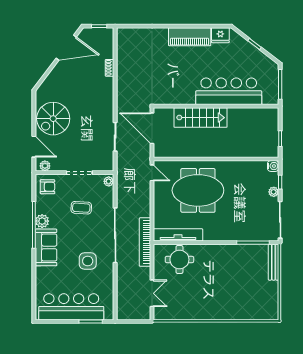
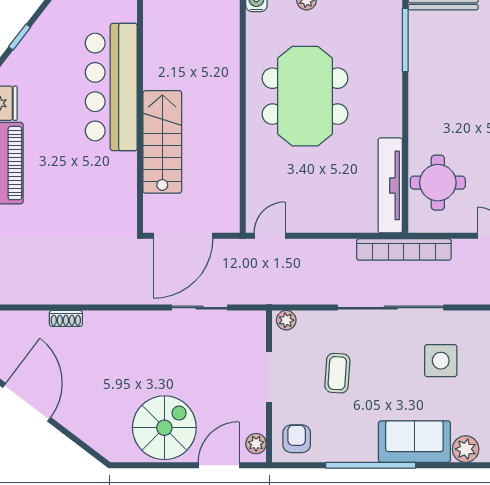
spiral stairs: (53, 119) -> (164, 428), turned -90
meeting table: (198, 190) -> (305, 96), moved
plant: (42, 221) -> (466, 449), moved

